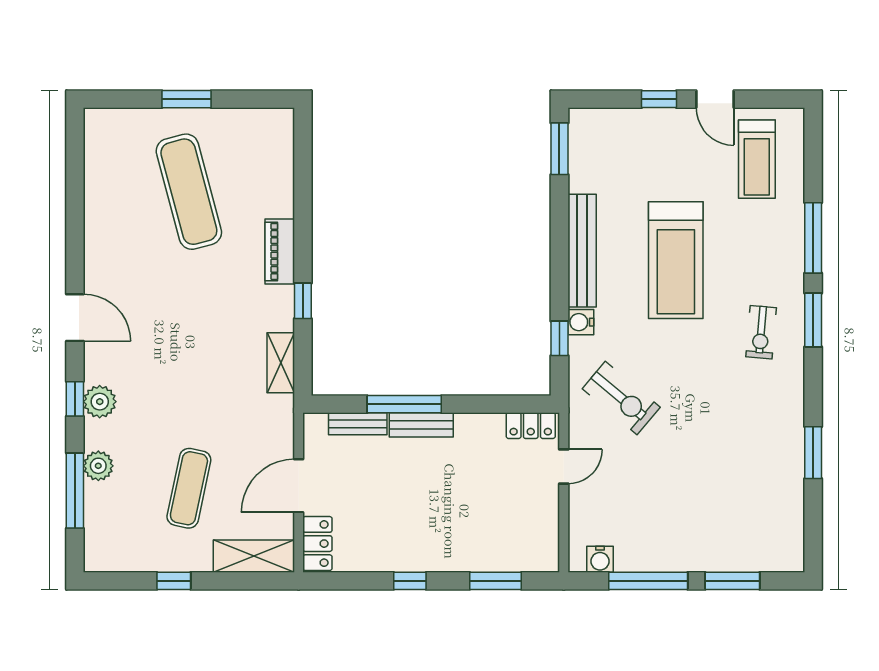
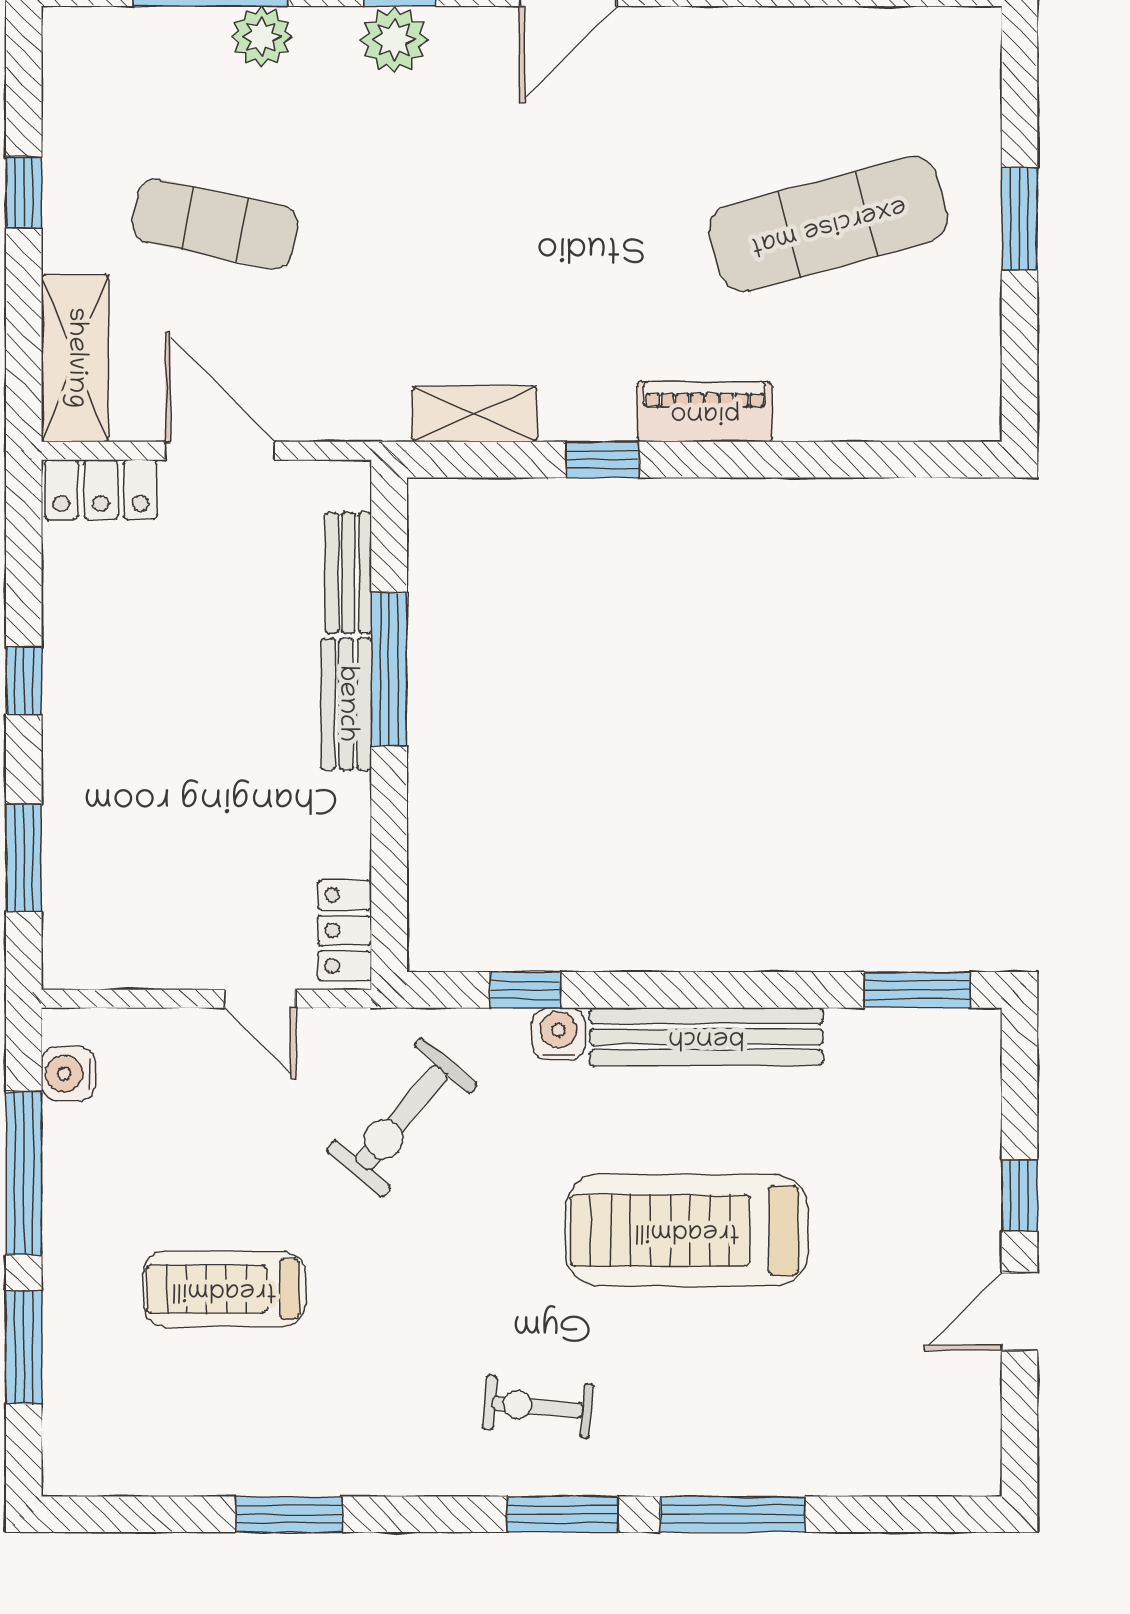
treadmill: (757, 159) -> (224, 1289), moved

